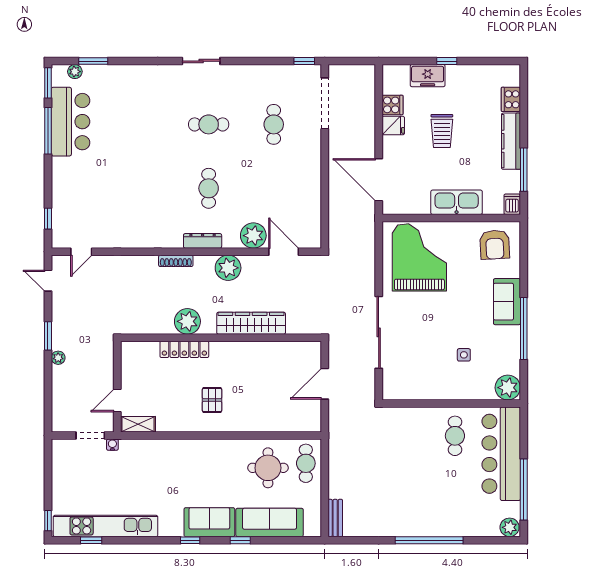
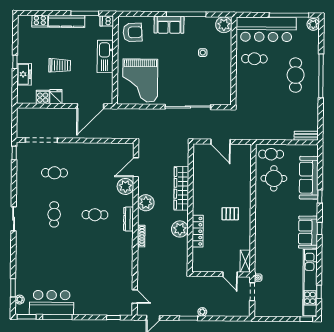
grand piano: (419, 257) -> (140, 80), turned -90
cafe table: (430, 500) -> (296, 75), added
sofa: (209, 522) -> (308, 232), moved

